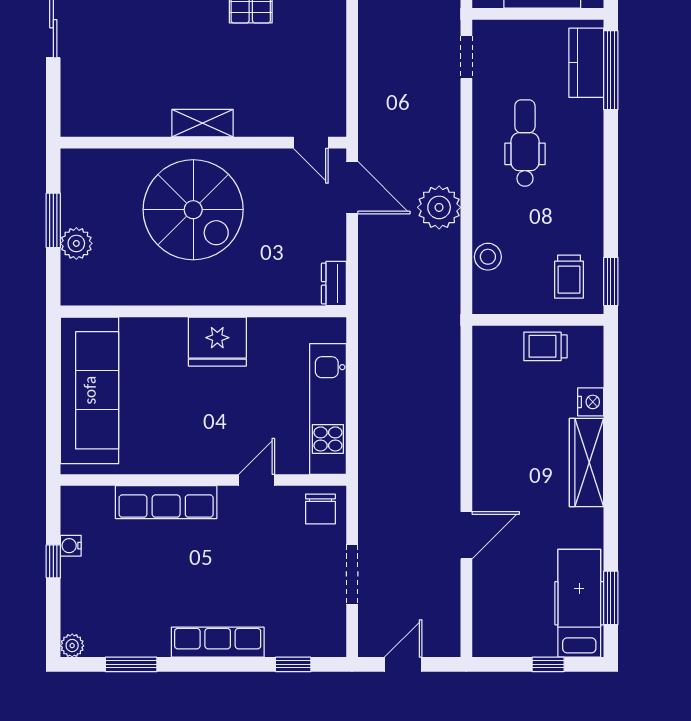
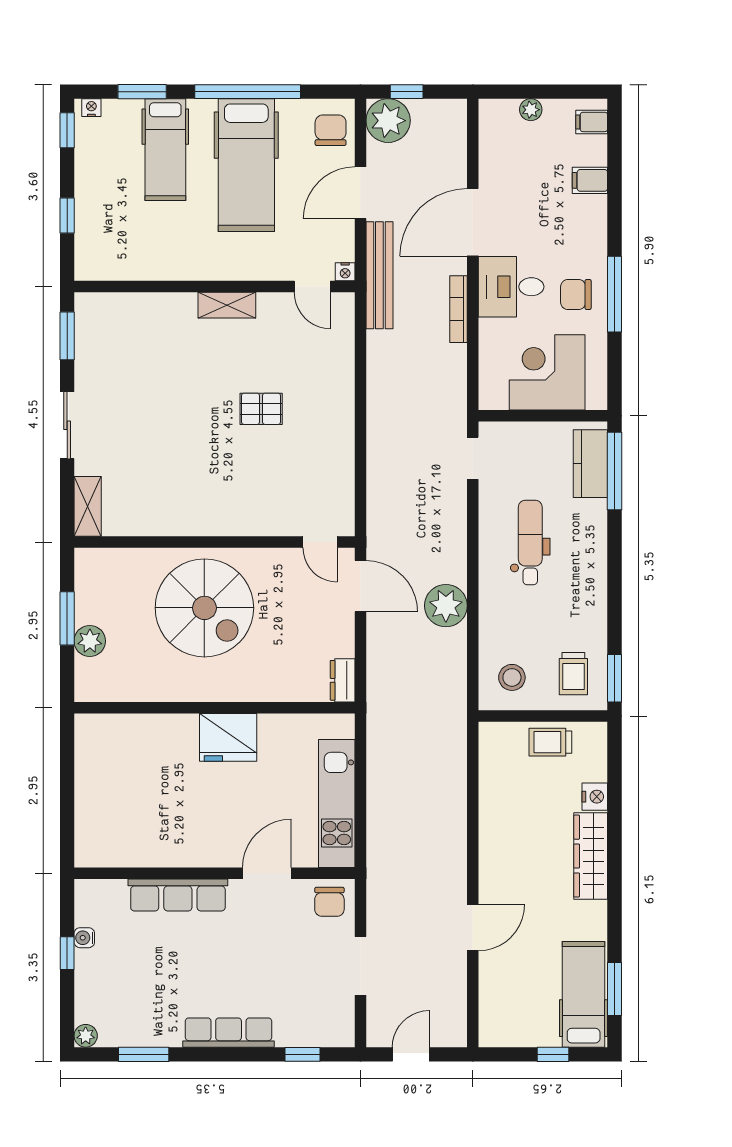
shelving: (202, 123) -> (88, 506), moved, turned 90
stool: (488, 257) -> (512, 677), moved
sofa: (90, 390) -> (103, 785), removed
door: (257, 480) -> (267, 873), width x1.38

